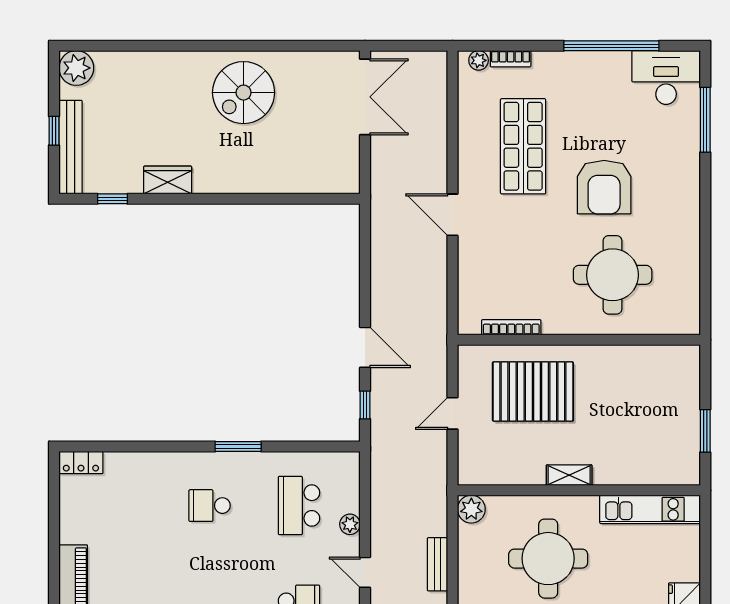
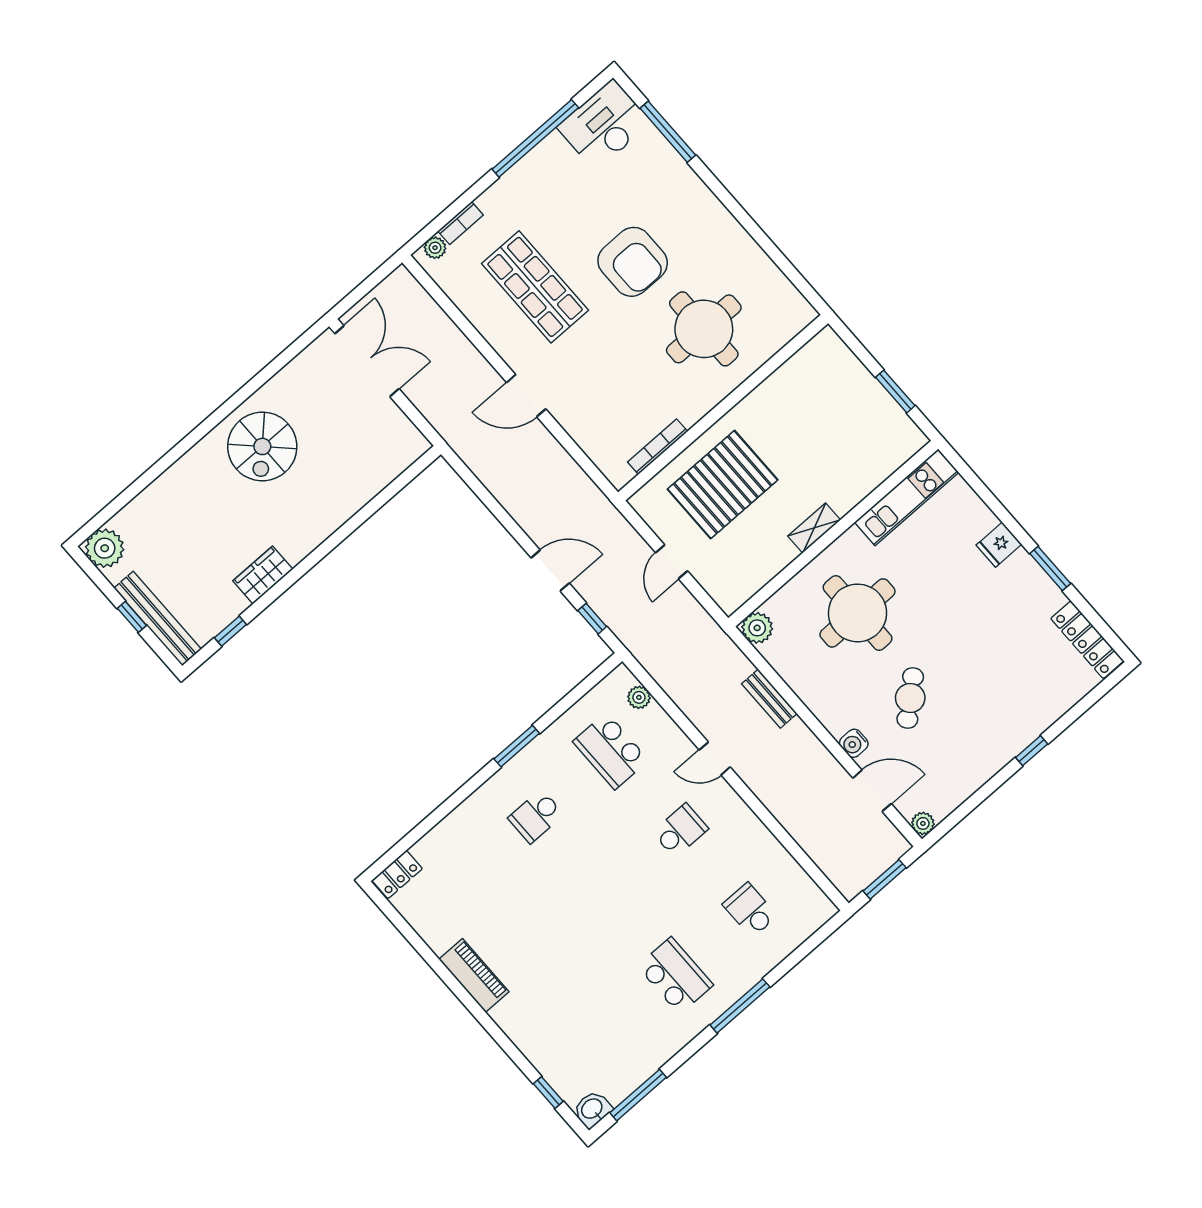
plant: (350, 524) -> (639, 697), moved

